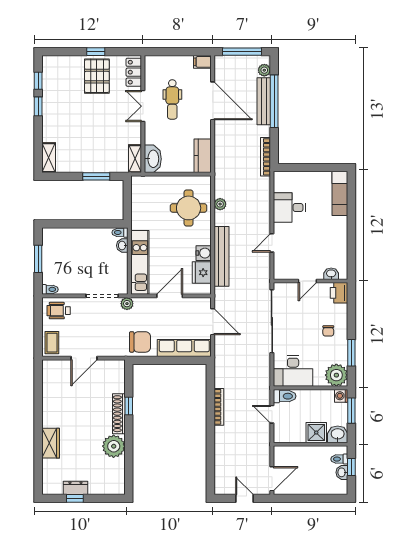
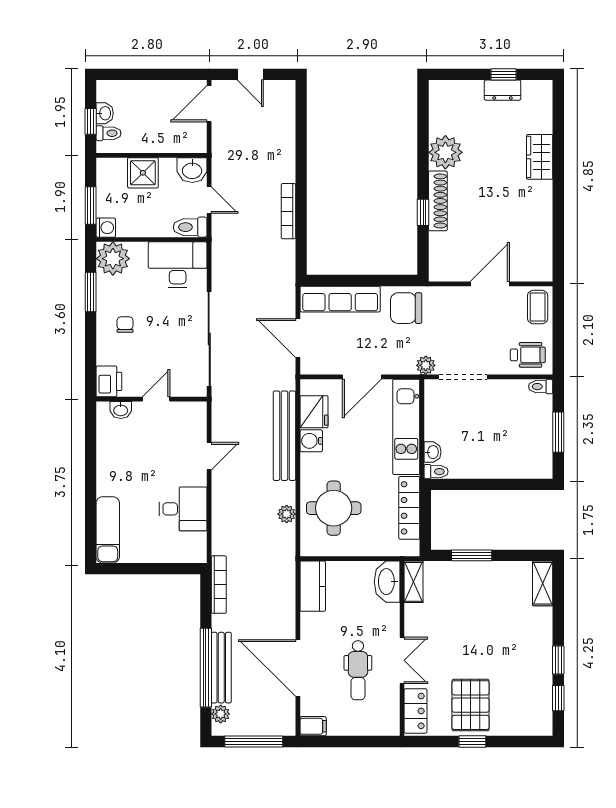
dental chair: (172, 99) -> (358, 670), turned 180
locker: (138, 208) -> (409, 508), added
washbasin: (338, 434) -> (192, 170), moved

